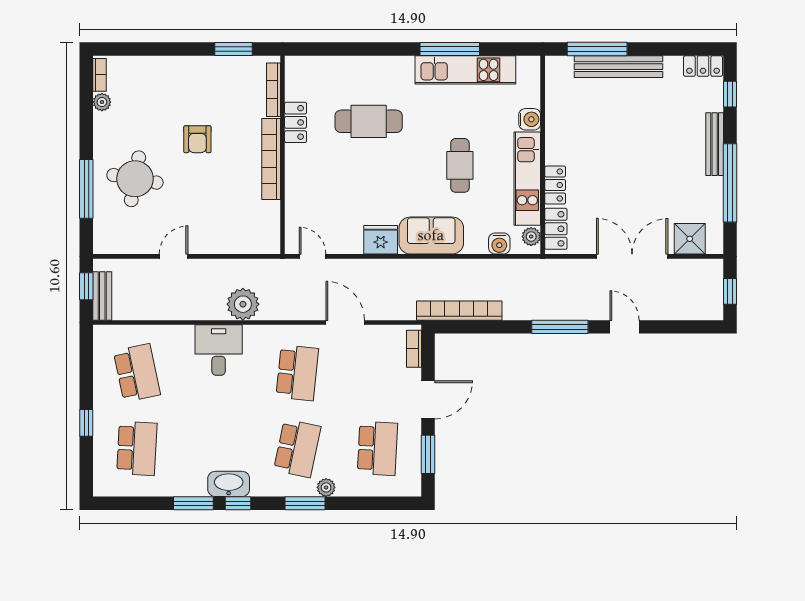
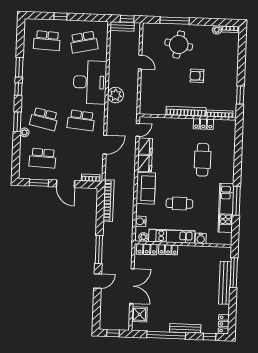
fridge: (345, 240) -> (145, 146), added
desk: (219, 350) -> (90, 82), width x1.87, depth x1.30
washbasin: (229, 484) -> (28, 85), removed

